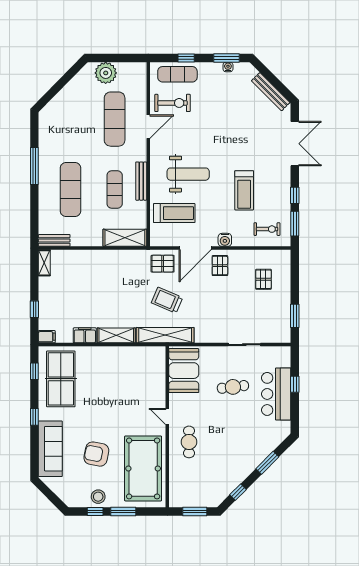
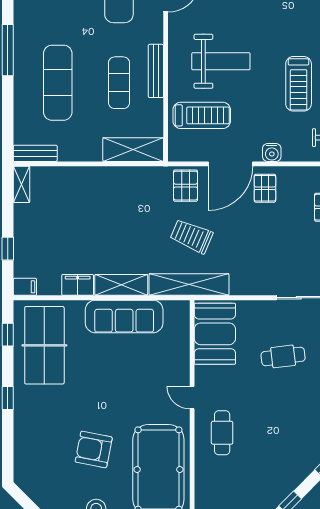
pallet: (163, 264) -> (186, 186), turned 90
sofa: (50, 449) -> (124, 316), moved, turned 90

